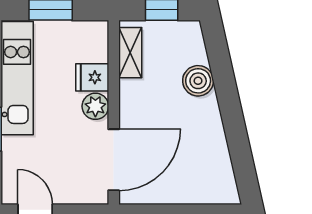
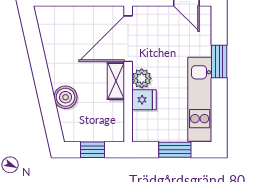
shelving: (130, 53) -> (116, 81), moved

